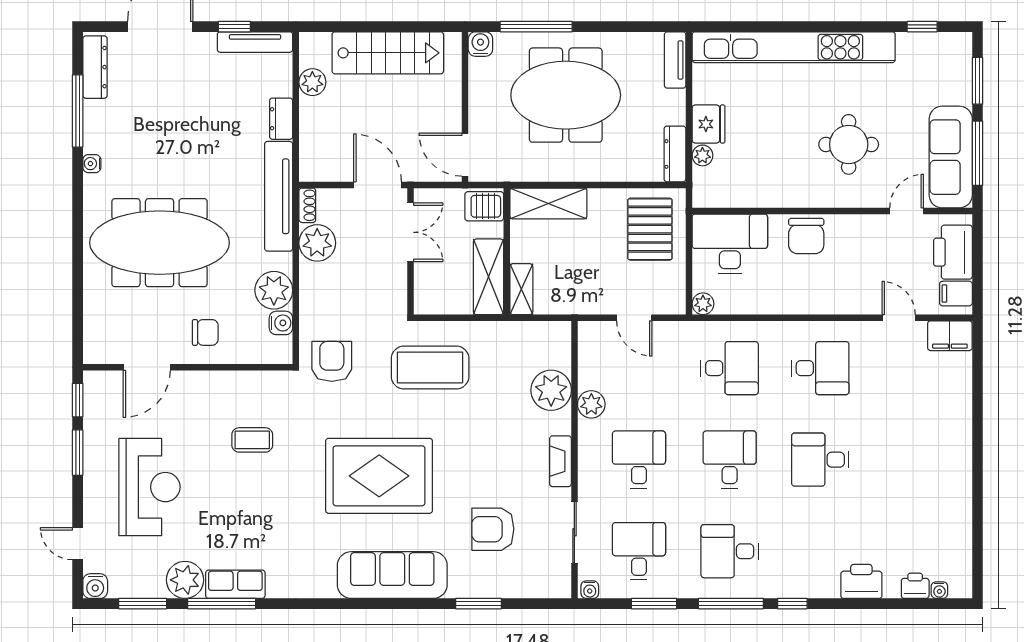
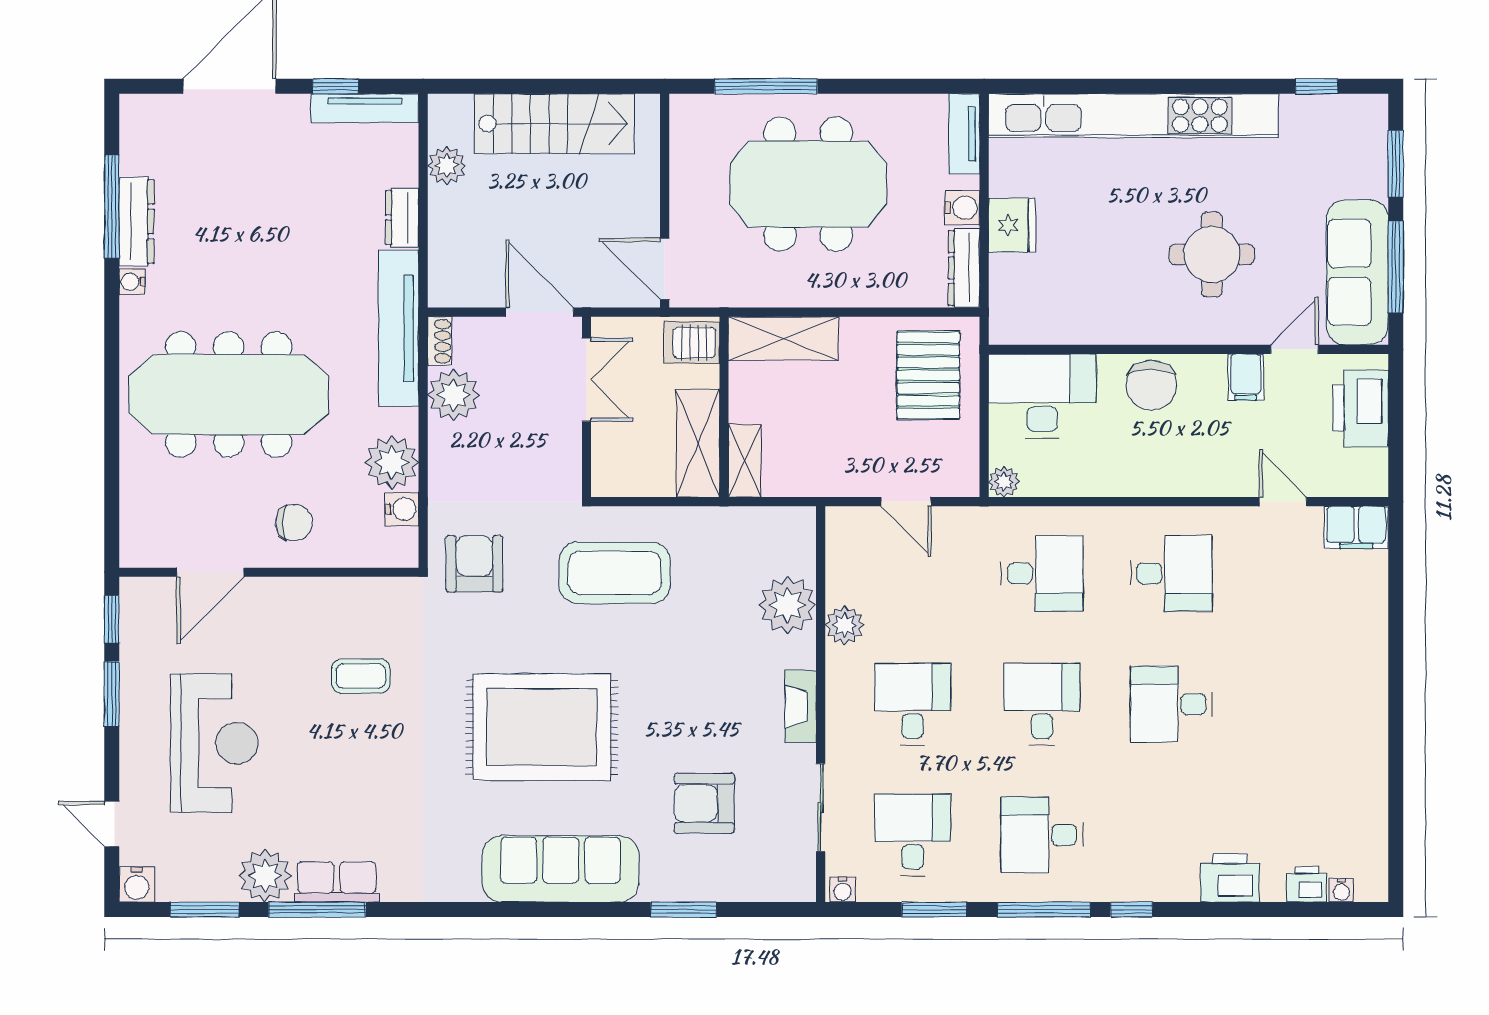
water cooler: (480, 44) -> (962, 208), moved, turned 90
dresser: (95, 67) -> (137, 221), moved
plant: (702, 155) -> (1003, 270), removed
filing cabinet: (956, 294) -> (1246, 377), moved, turned -90

